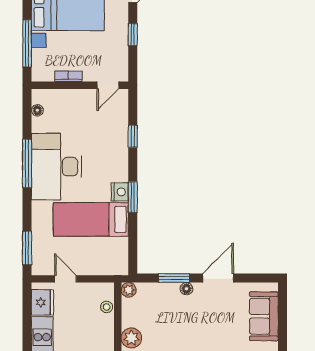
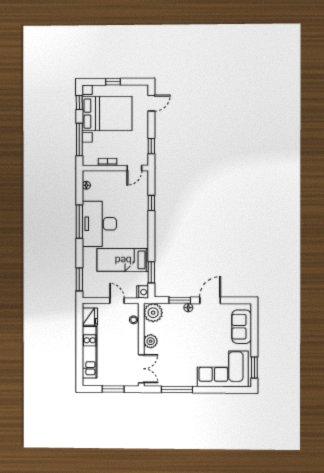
window: (133, 35) -> (151, 146), moved
nightstand: (120, 192) -> (143, 292), moved
window: (133, 197) -> (151, 272), moved
door: (66, 279) -> (117, 301), moved
plant: (129, 290) -> (153, 313), width x1.87, depth x1.87

